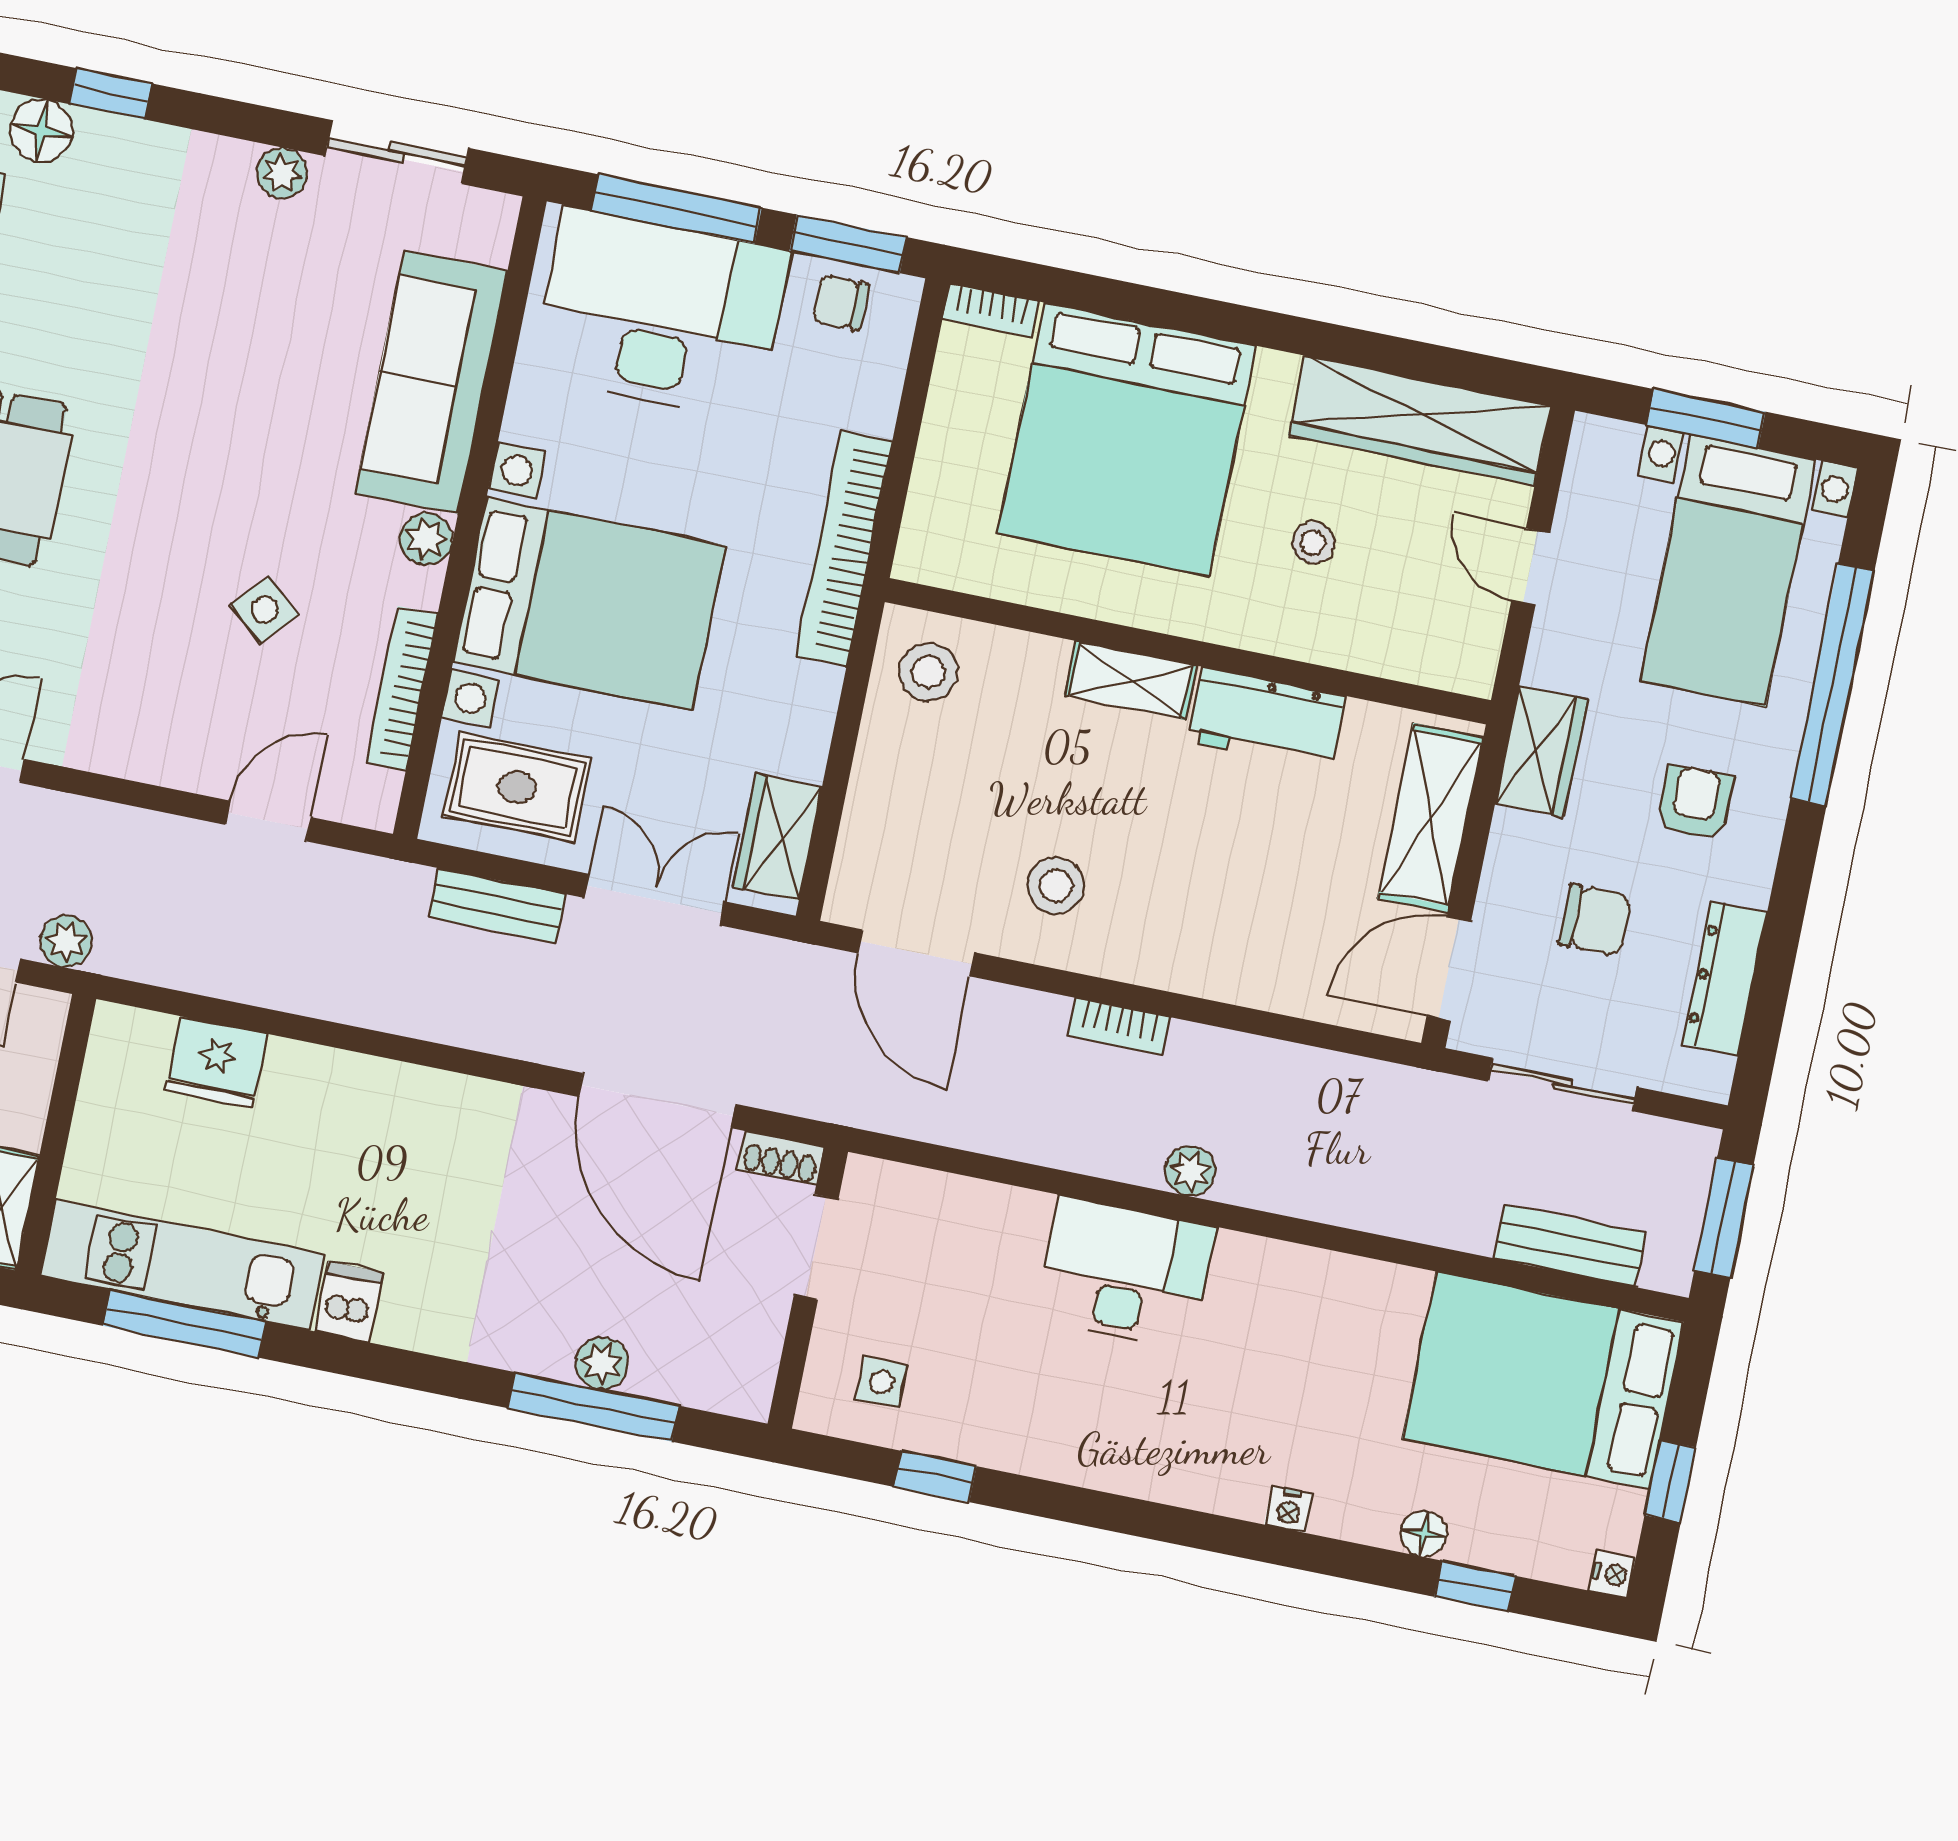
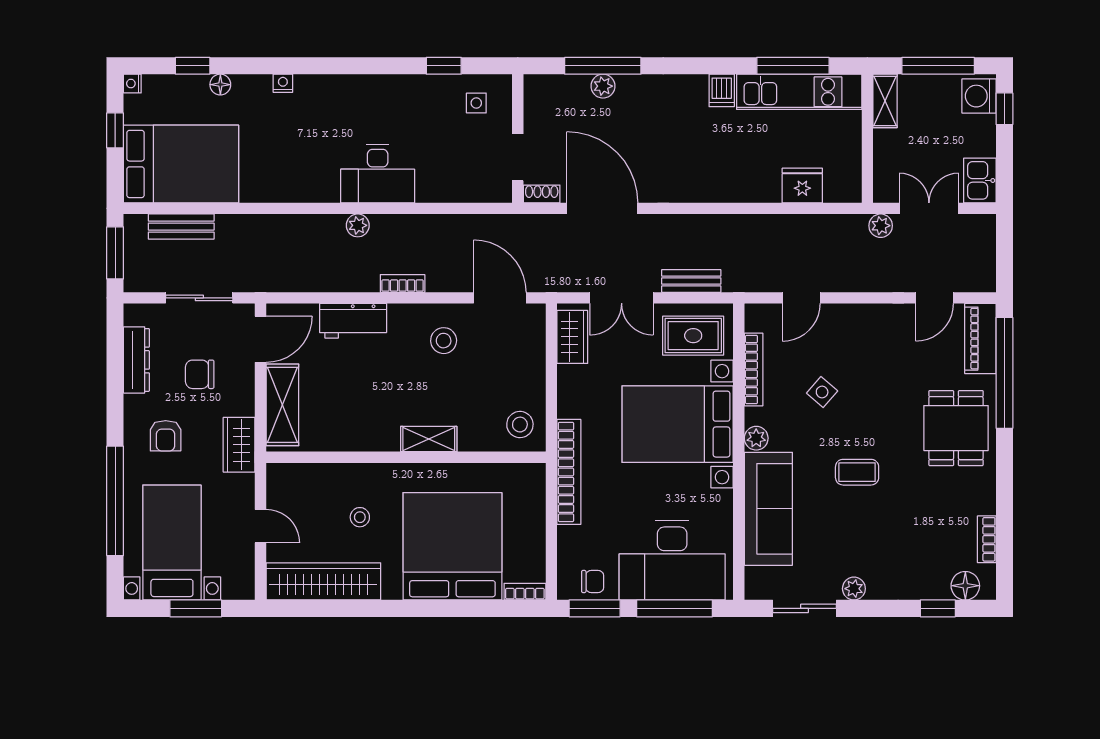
coffee table: (224, 422) -> (857, 472), added
workbench: (1266, 718) -> (353, 321), moved, turned 180

